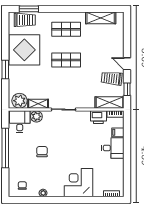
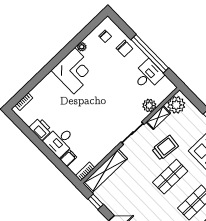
trolley: (112, 78) -> (165, 148), moved
shelving: (110, 102) -> (105, 171), width x1.47
printer: (98, 117) -> (41, 129), moved, turned 90
desk: (20, 122) -> (148, 75), moved, turned -90
chair: (42, 152) -> (124, 48), moved
corner desk: (79, 183) -> (74, 71), moved

